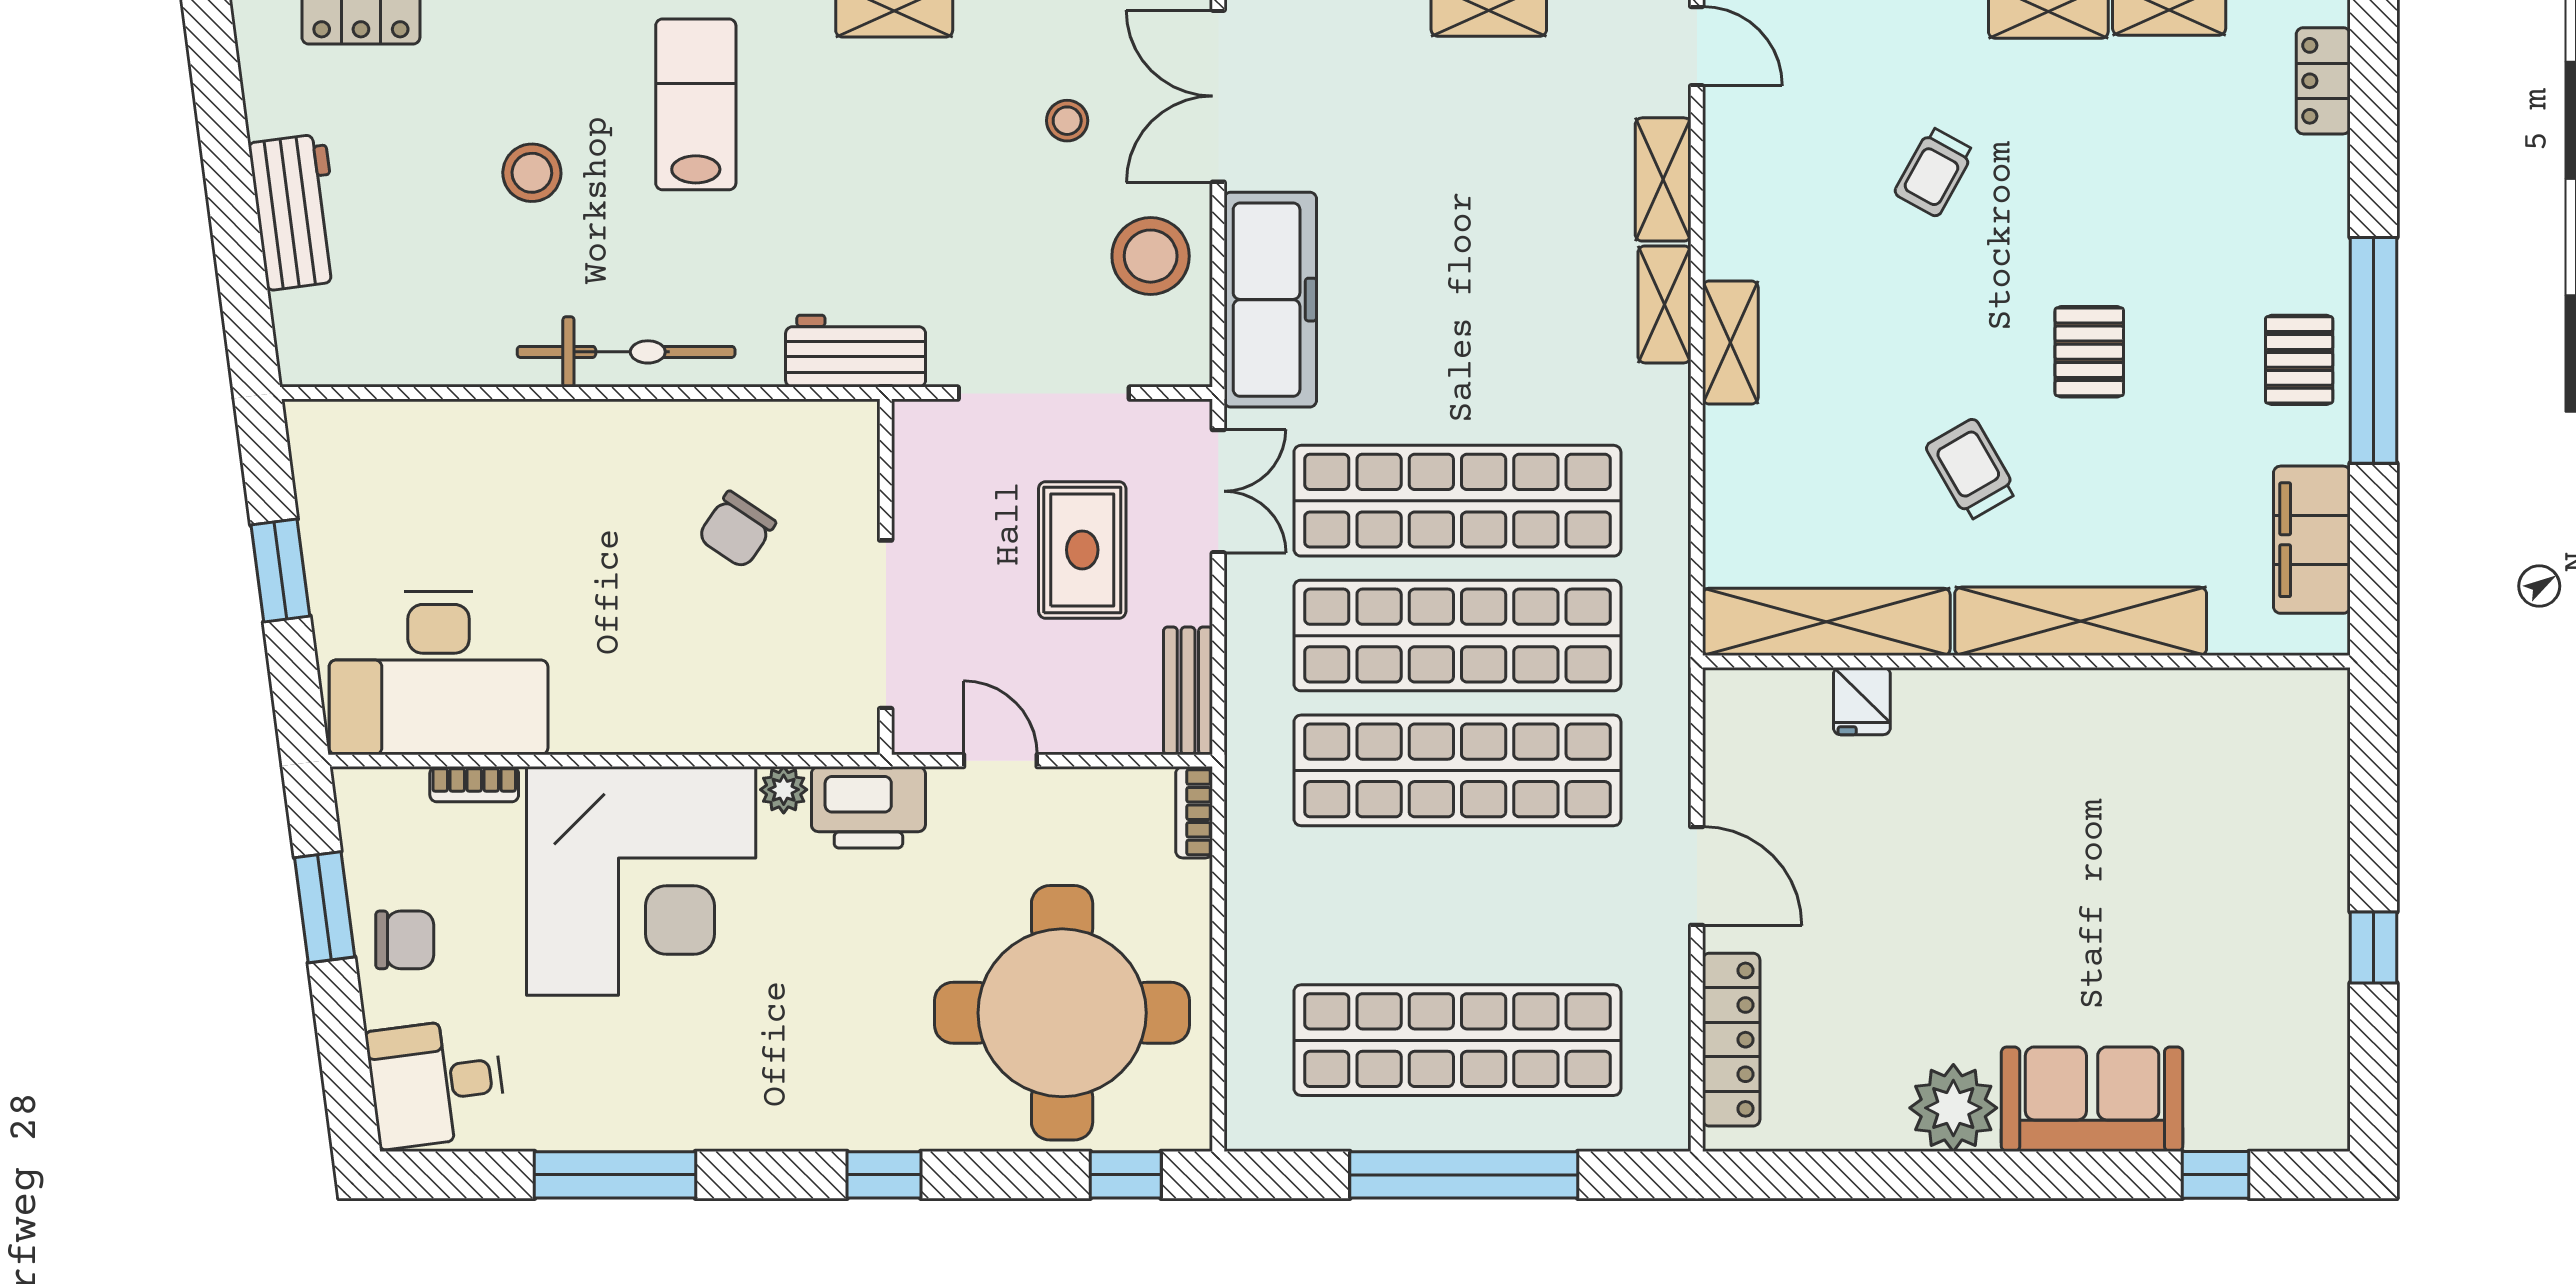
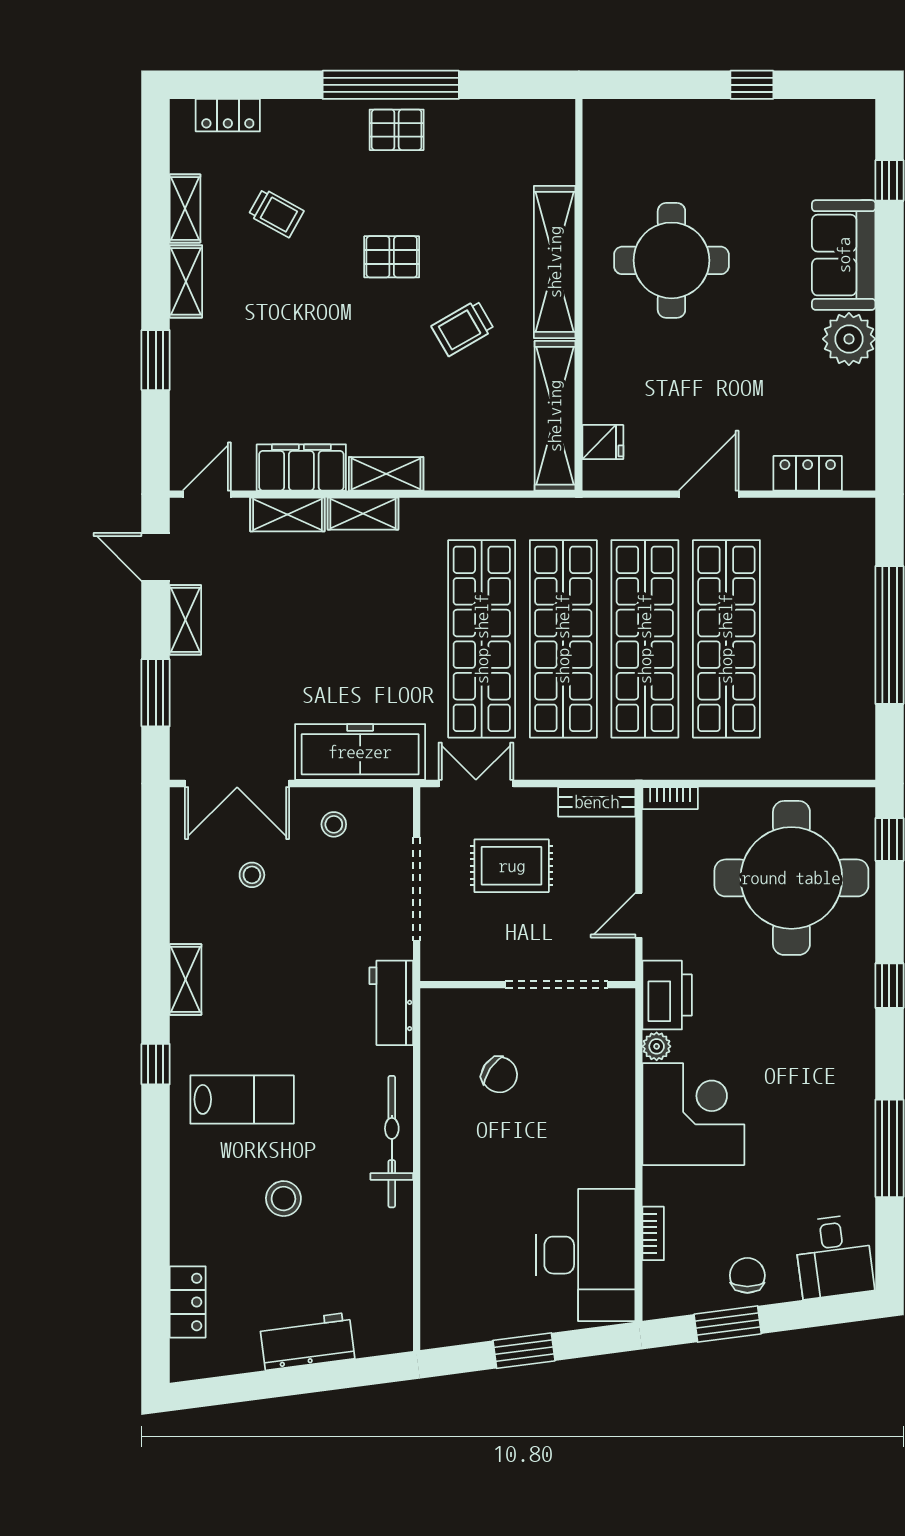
lab bench: (696, 104) -> (242, 1099), turned 180
trolley: (1934, 172) -> (276, 213), moved
stool: (1151, 256) -> (334, 824), width x0.53, depth x0.53
filing cabinet: (2312, 540) -> (301, 467), moved, turned 180
fridge: (1862, 701) -> (603, 442), moved
round table: (2083, 814) -> (671, 260), added
corner desk: (641, 881) -> (693, 1114), width x0.74, depth x0.74
shop shelf: (1457, 1040) -> (726, 639), moved
locker: (1731, 1040) -> (808, 473), width x0.66

